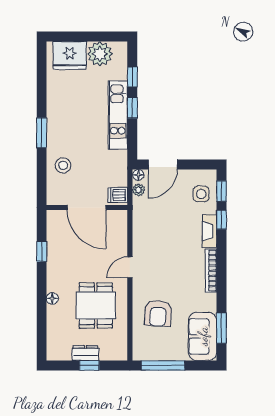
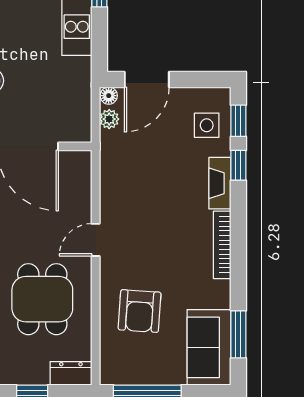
dishwasher: (118, 195) -> (77, 127), removed
dresser: (85, 353) -> (71, 373), moved

